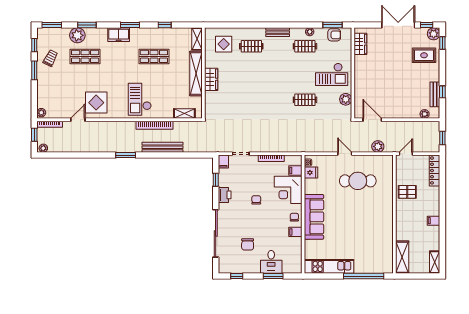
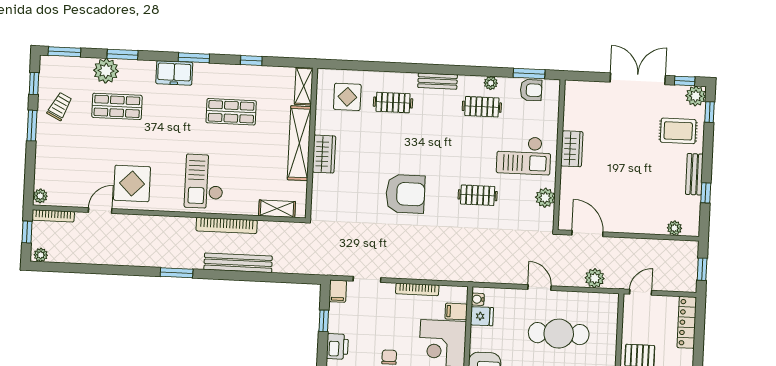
wardrobe: (360, 44) -> (572, 149), moved
bench: (435, 94) -> (694, 174), moved
armchair: (261, 101) -> (405, 194), added

